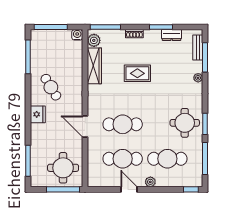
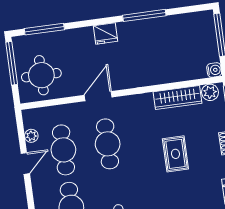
window: (28, 57) -> (144, 15), moved
cafe table: (51, 87) -> (142, 45), removed
plant: (150, 182) -> (31, 136), moved
window: (63, 189) -> (12, 63), moved

